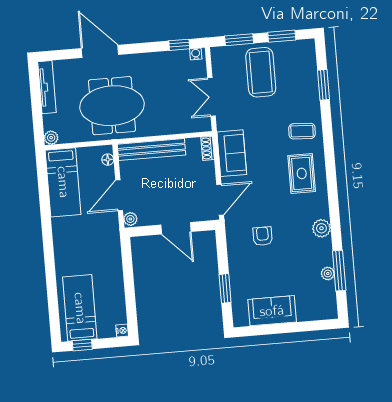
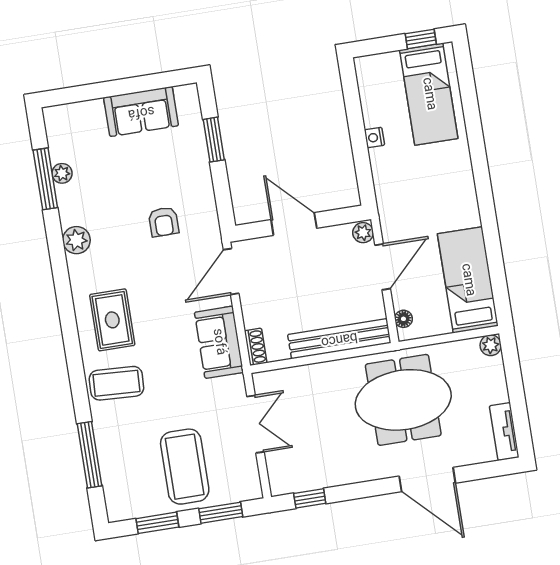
water cooler: (196, 54) -> (284, 487), removed
window: (324, 85) -> (89, 455), width x1.44
tv unit: (47, 87) -> (504, 432), width x0.71
coffee table: (302, 131) -> (116, 383), width x1.36, depth x1.30
nightstand: (122, 331) -> (374, 138), moved

